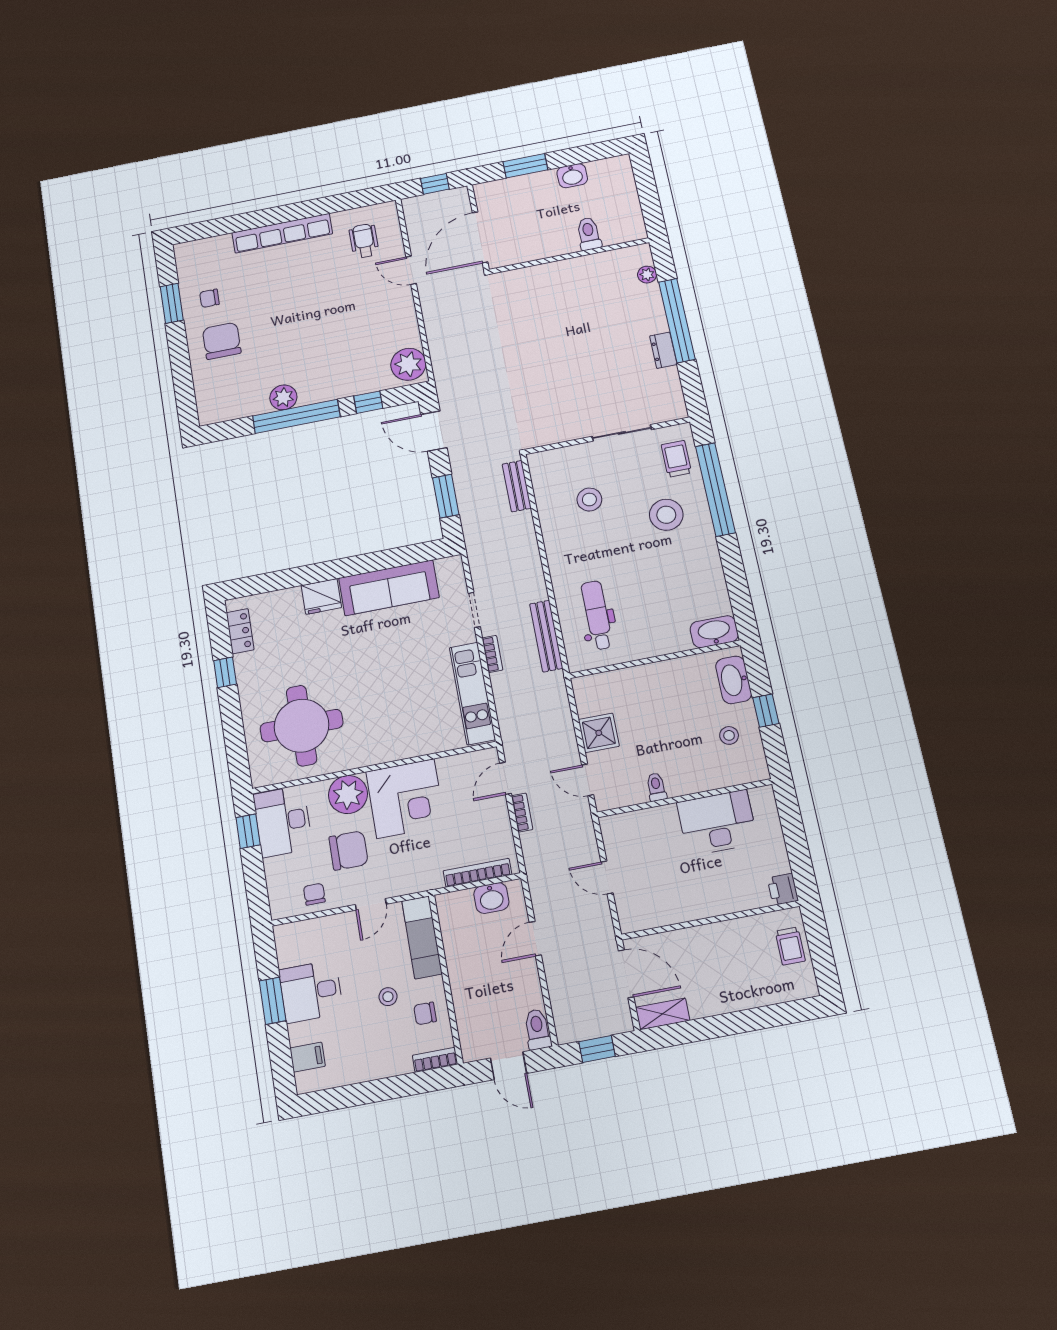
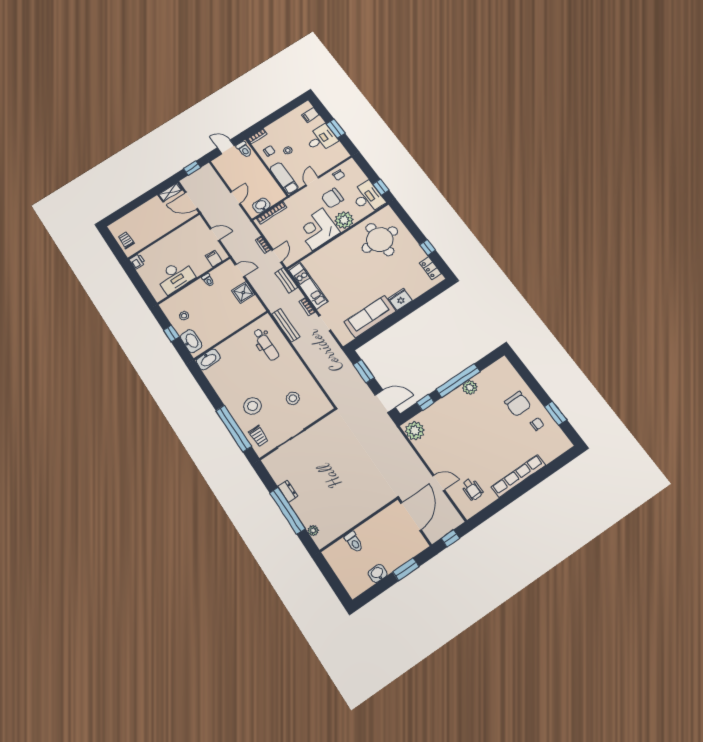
bench: (517, 486) -> (286, 280), moved
filing cabinet: (628, 827) -> (214, 258), added
toilet: (537, 1029) -> (244, 149), moved

